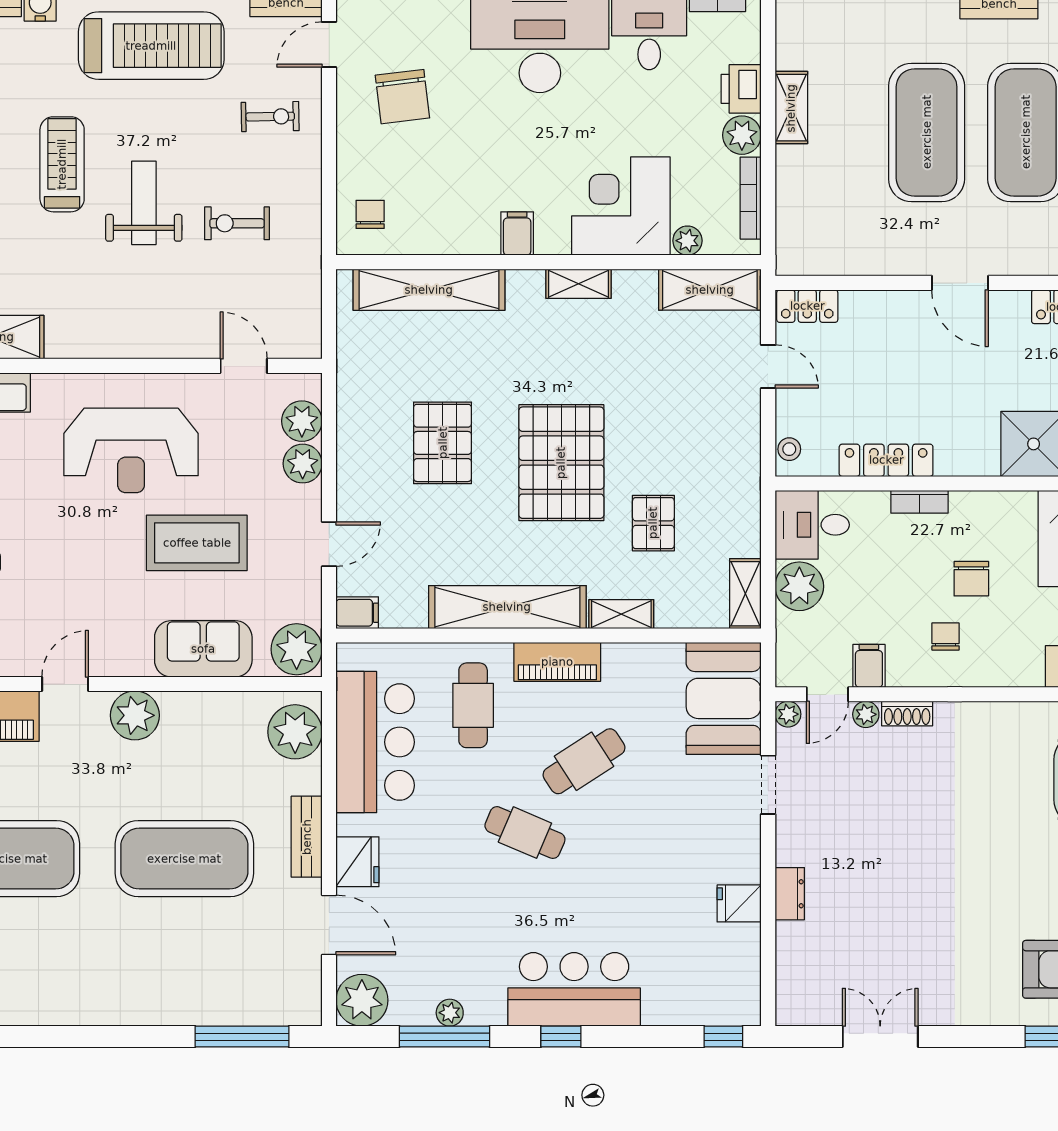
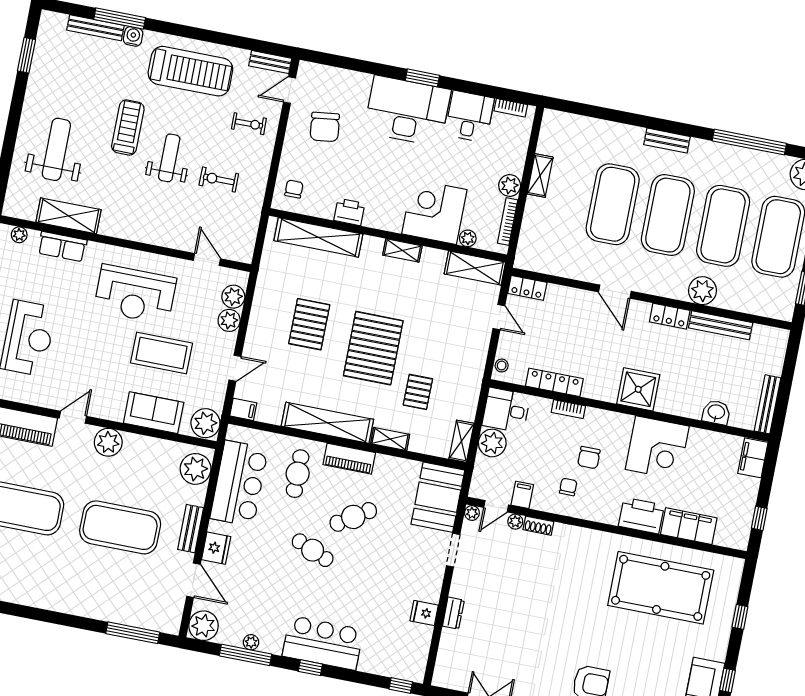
printer: (741, 89) -> (349, 212), moved, turned 90
filing cabinet: (517, 234) -> (374, 216), removed

